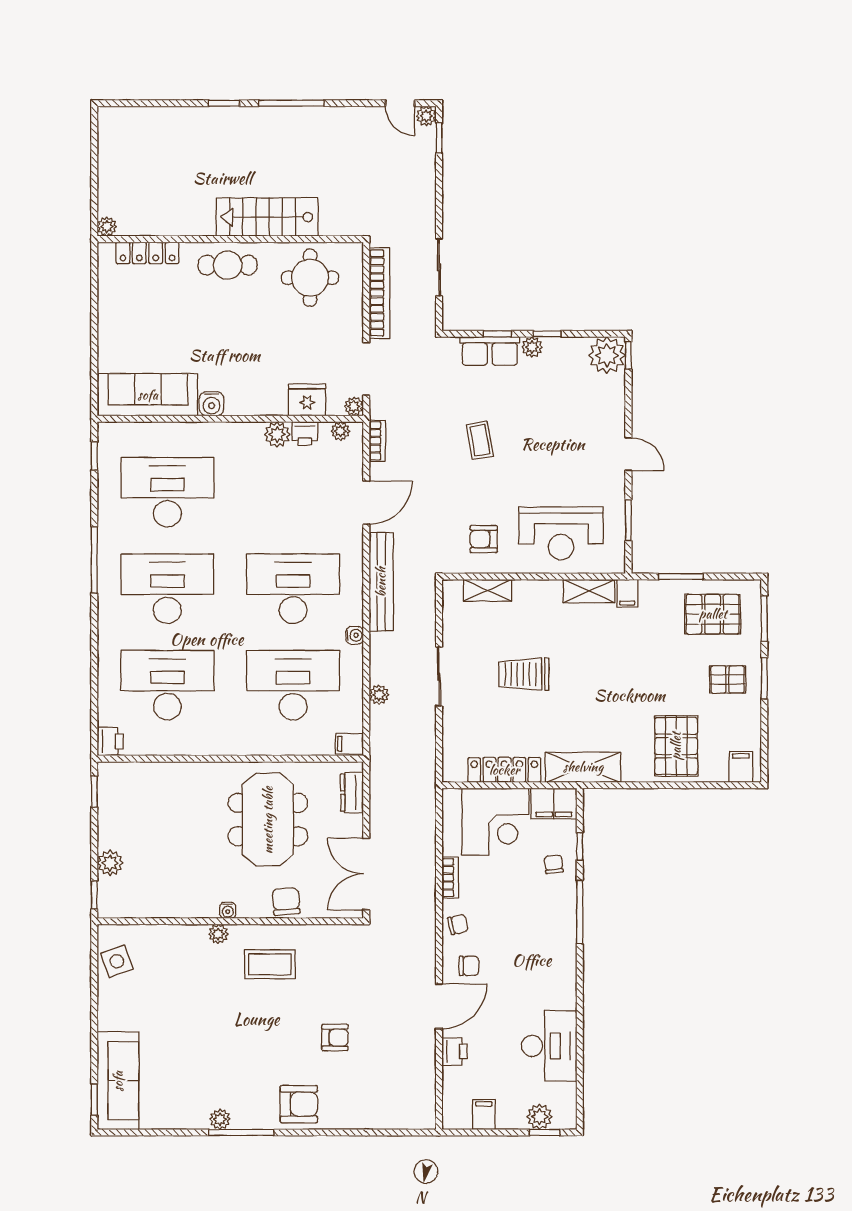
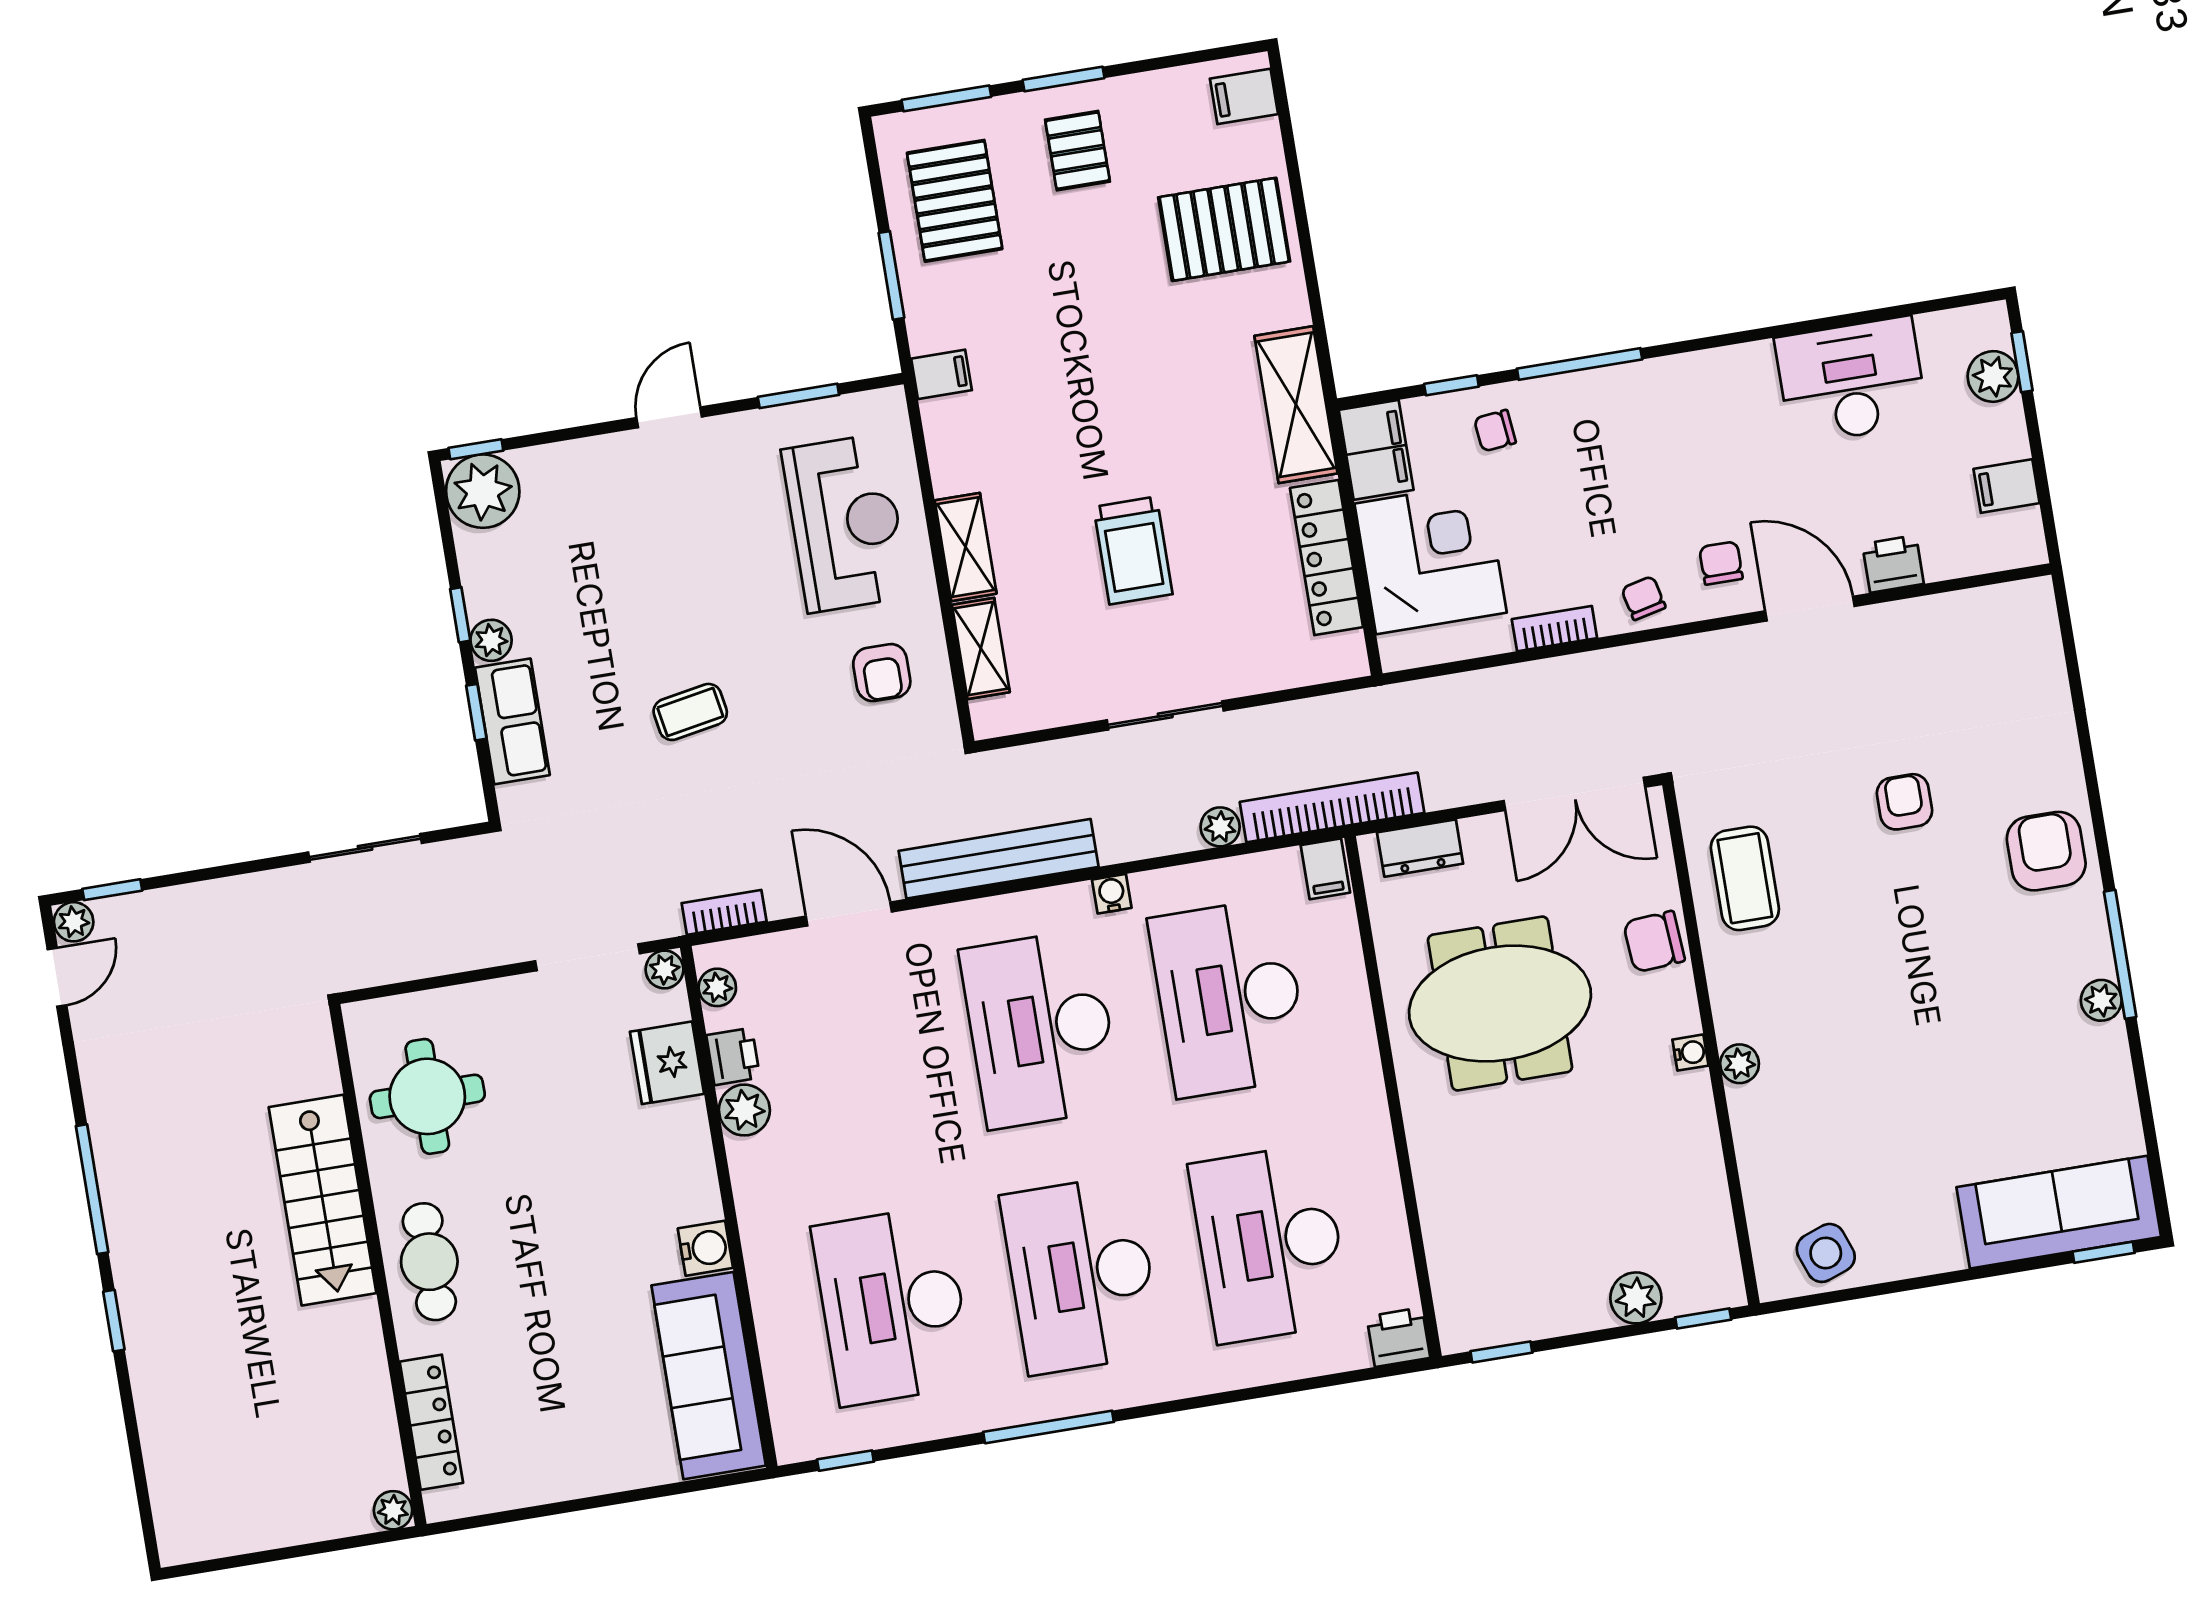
bookcase: (379, 293) -> (1332, 807), moved
shelving: (589, 591) -> (966, 547), moved
coffee table: (270, 964) -> (1745, 878), moved

